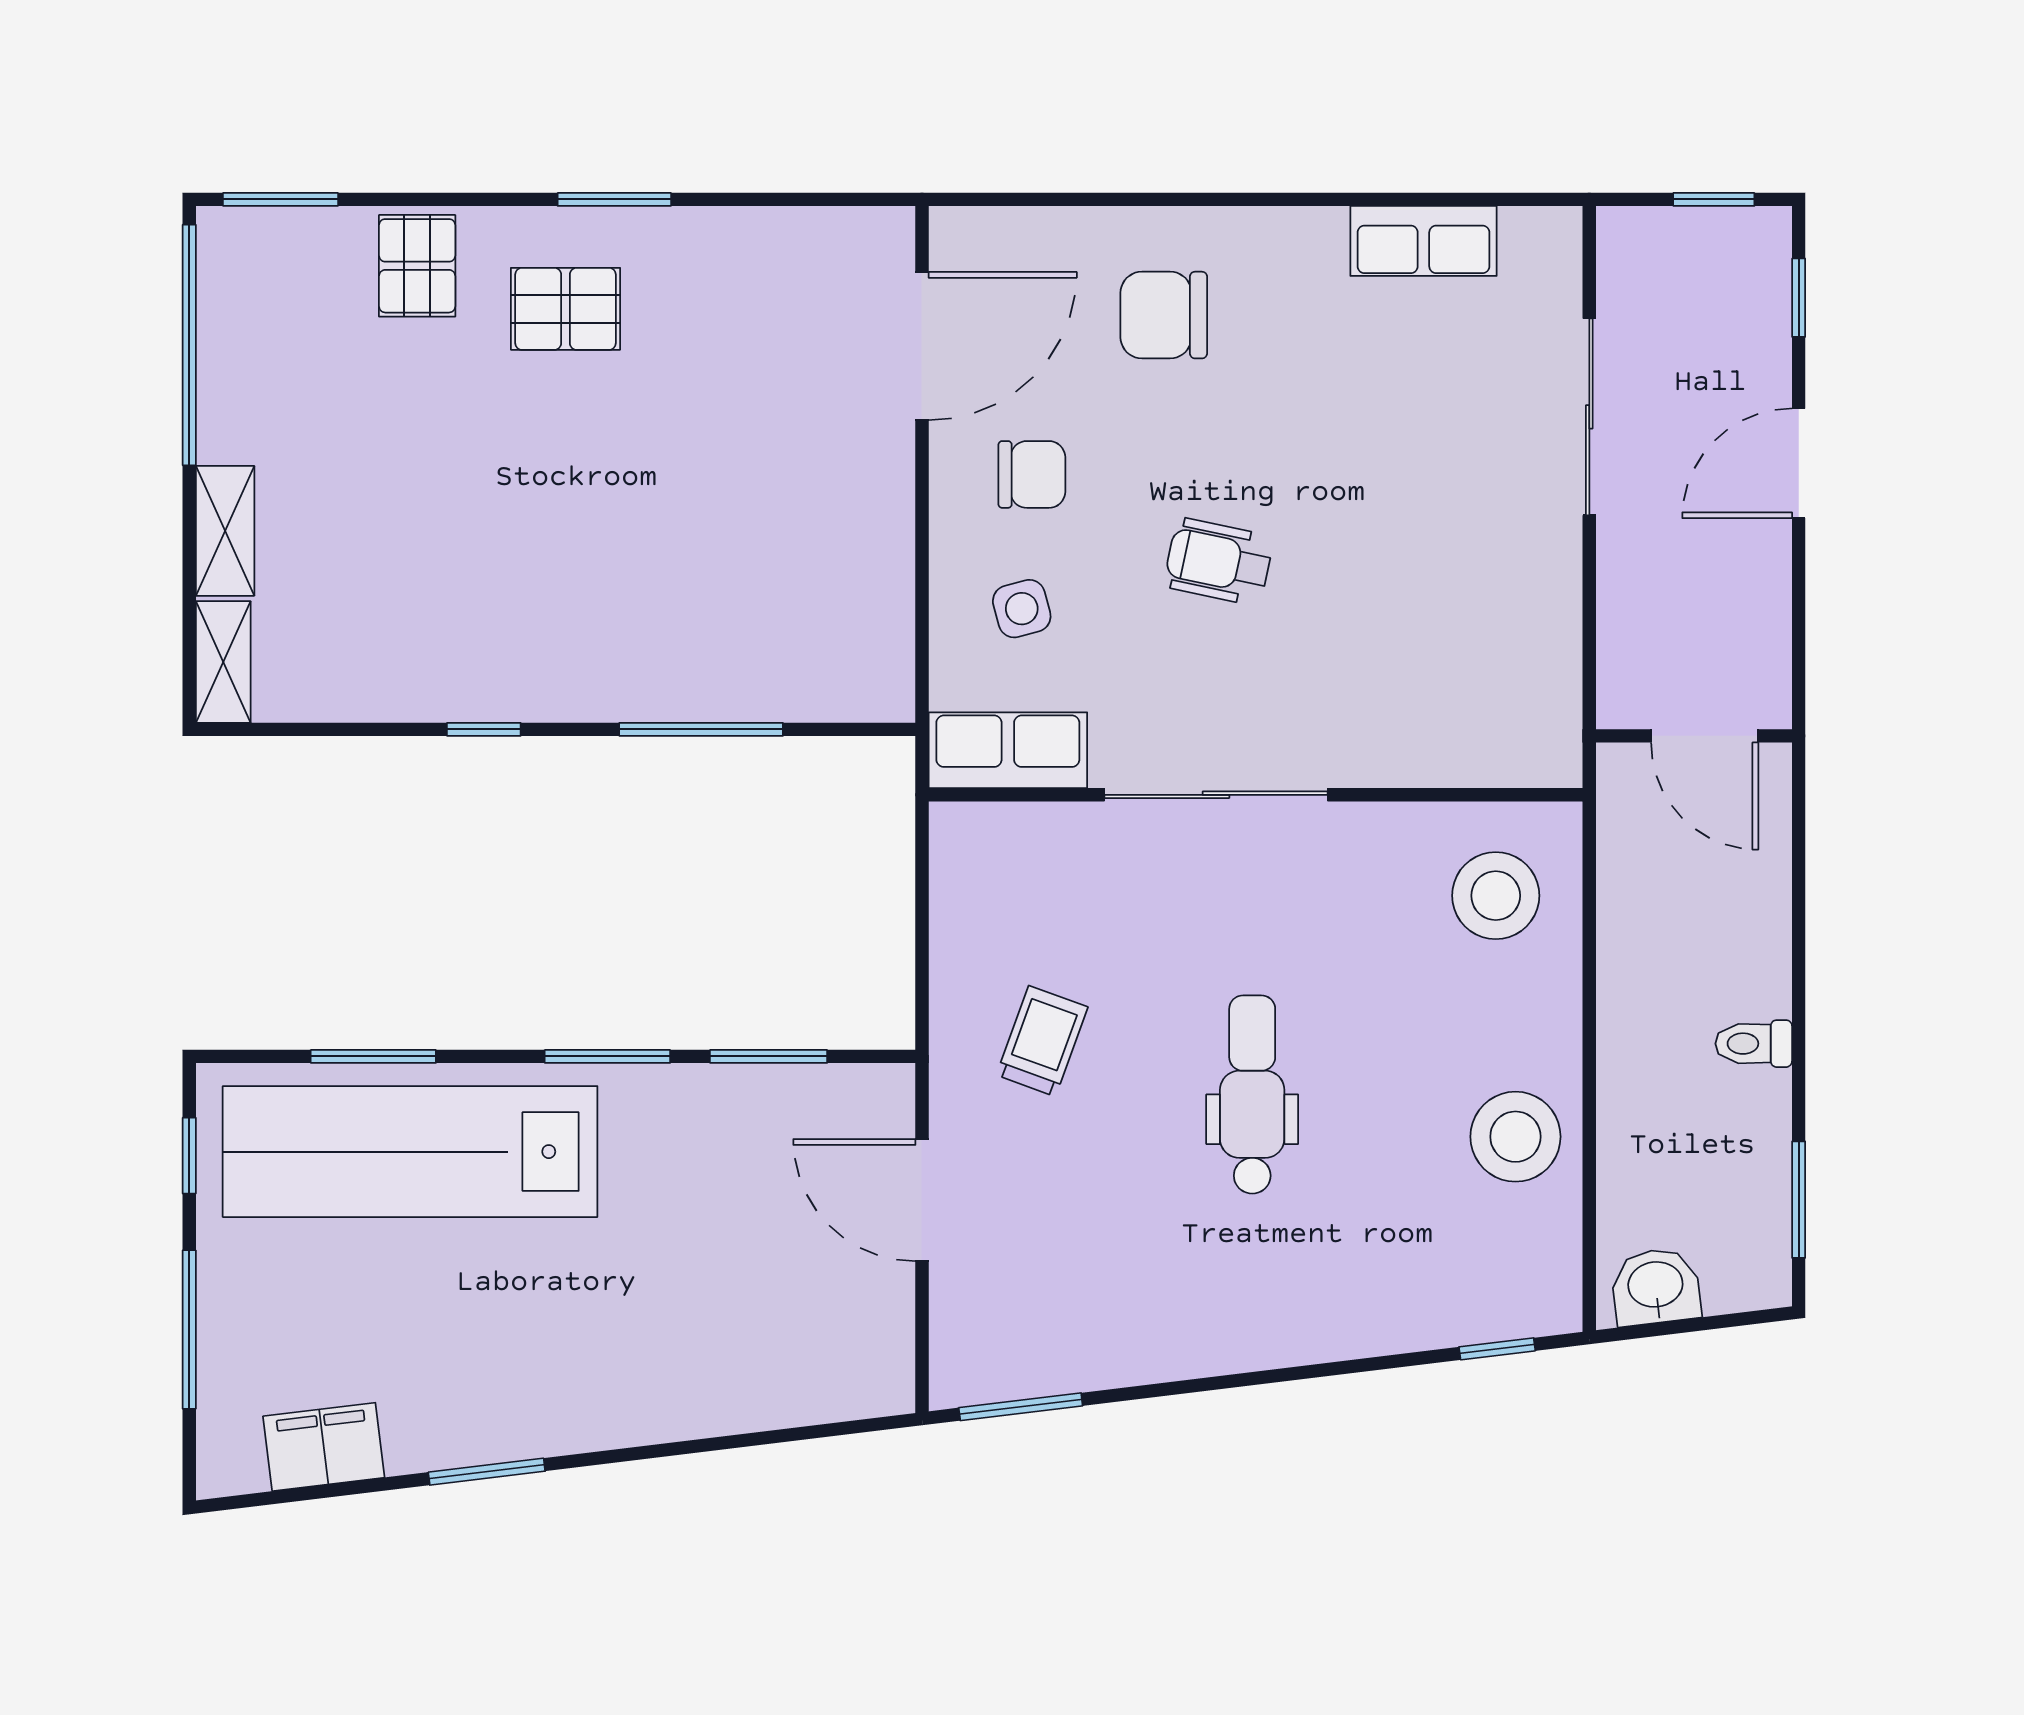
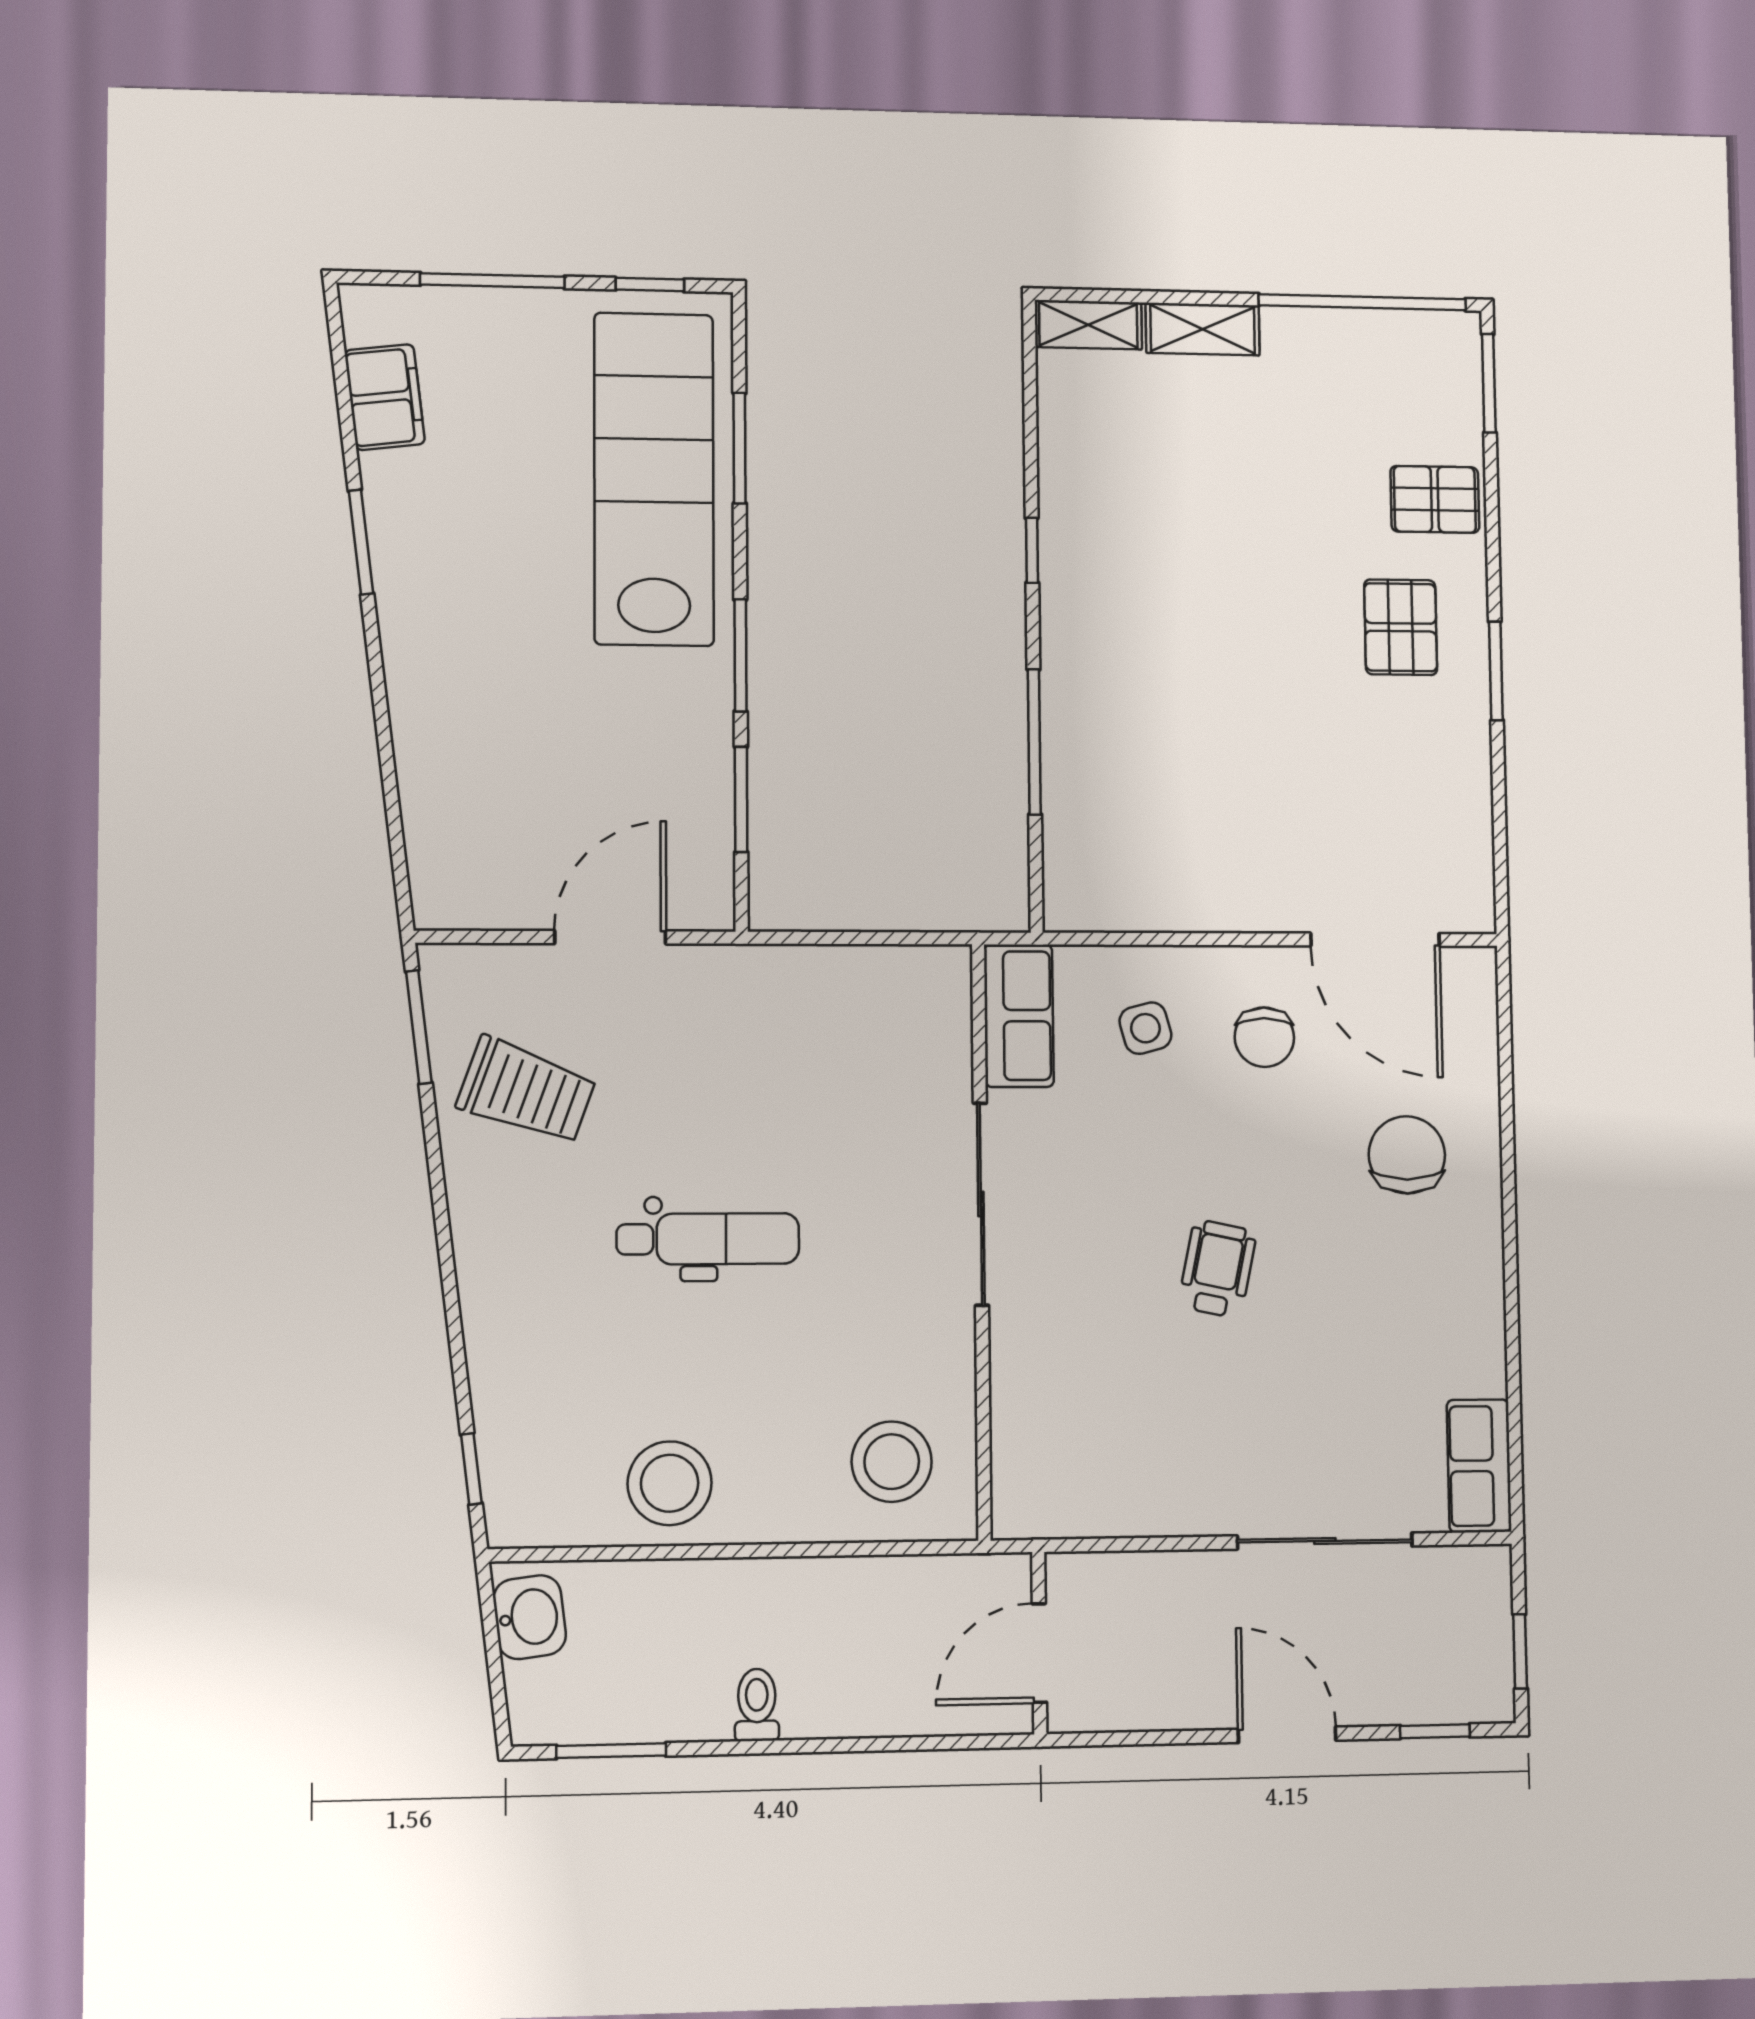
row of seats: (1423, 241) -> (1479, 1466), moved
wheelchair: (1218, 562) -> (1217, 1269), moved
trolley: (1042, 1041) -> (526, 1091), moved, width x1.36, depth x1.39

